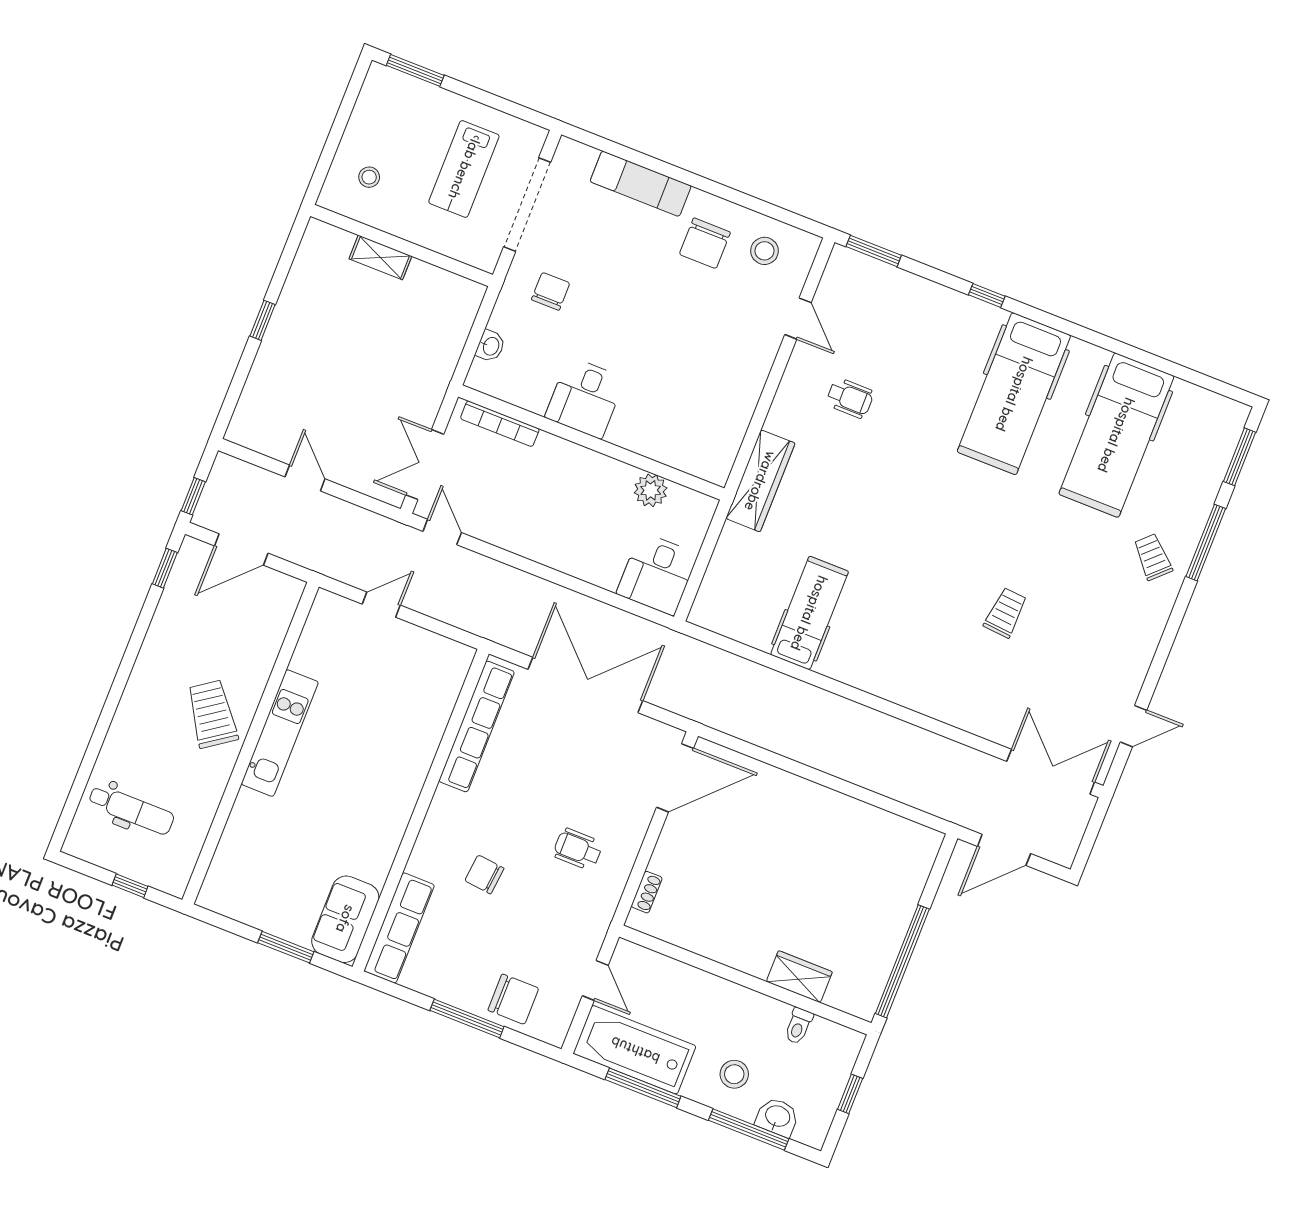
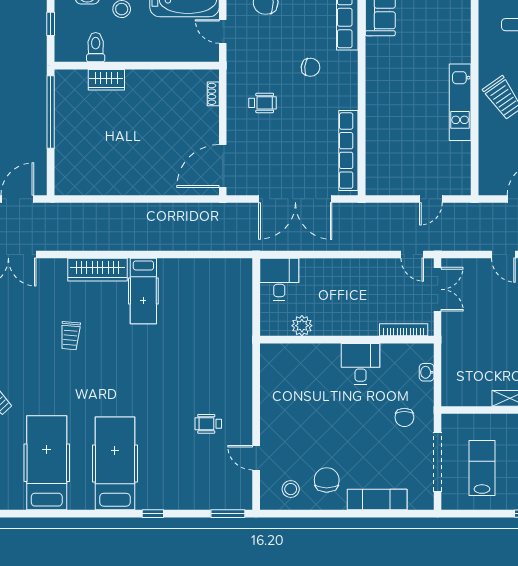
wardrobe: (760, 481) -> (97, 270), moved, turned -90
hospital bed: (809, 613) -> (143, 291), moved
toilet: (798, 1026) -> (96, 47), width x1.37, depth x1.39

